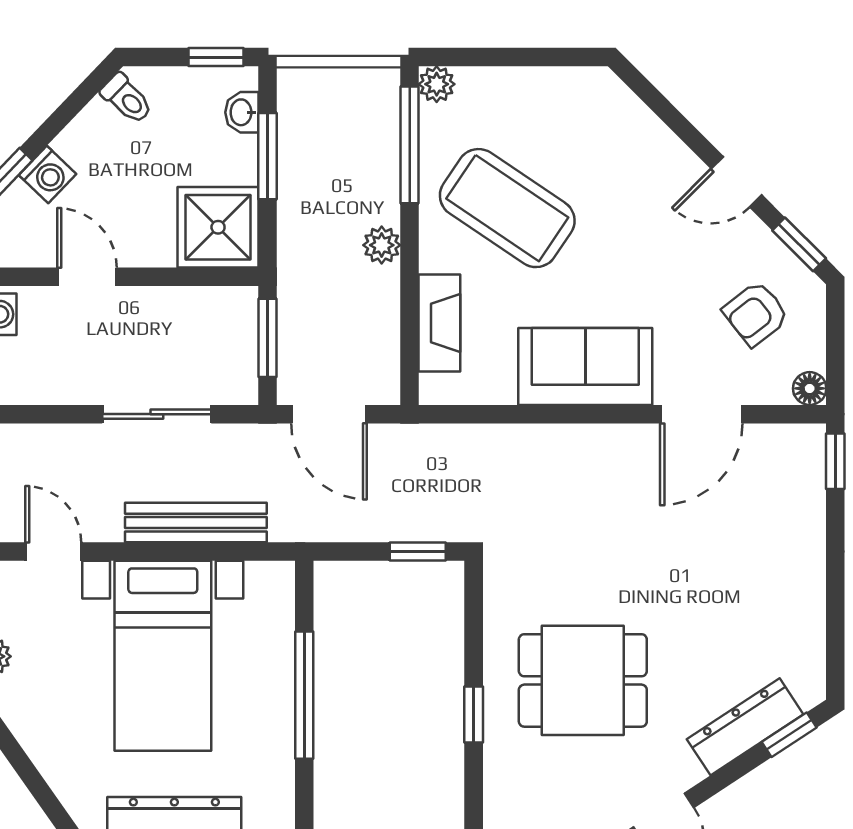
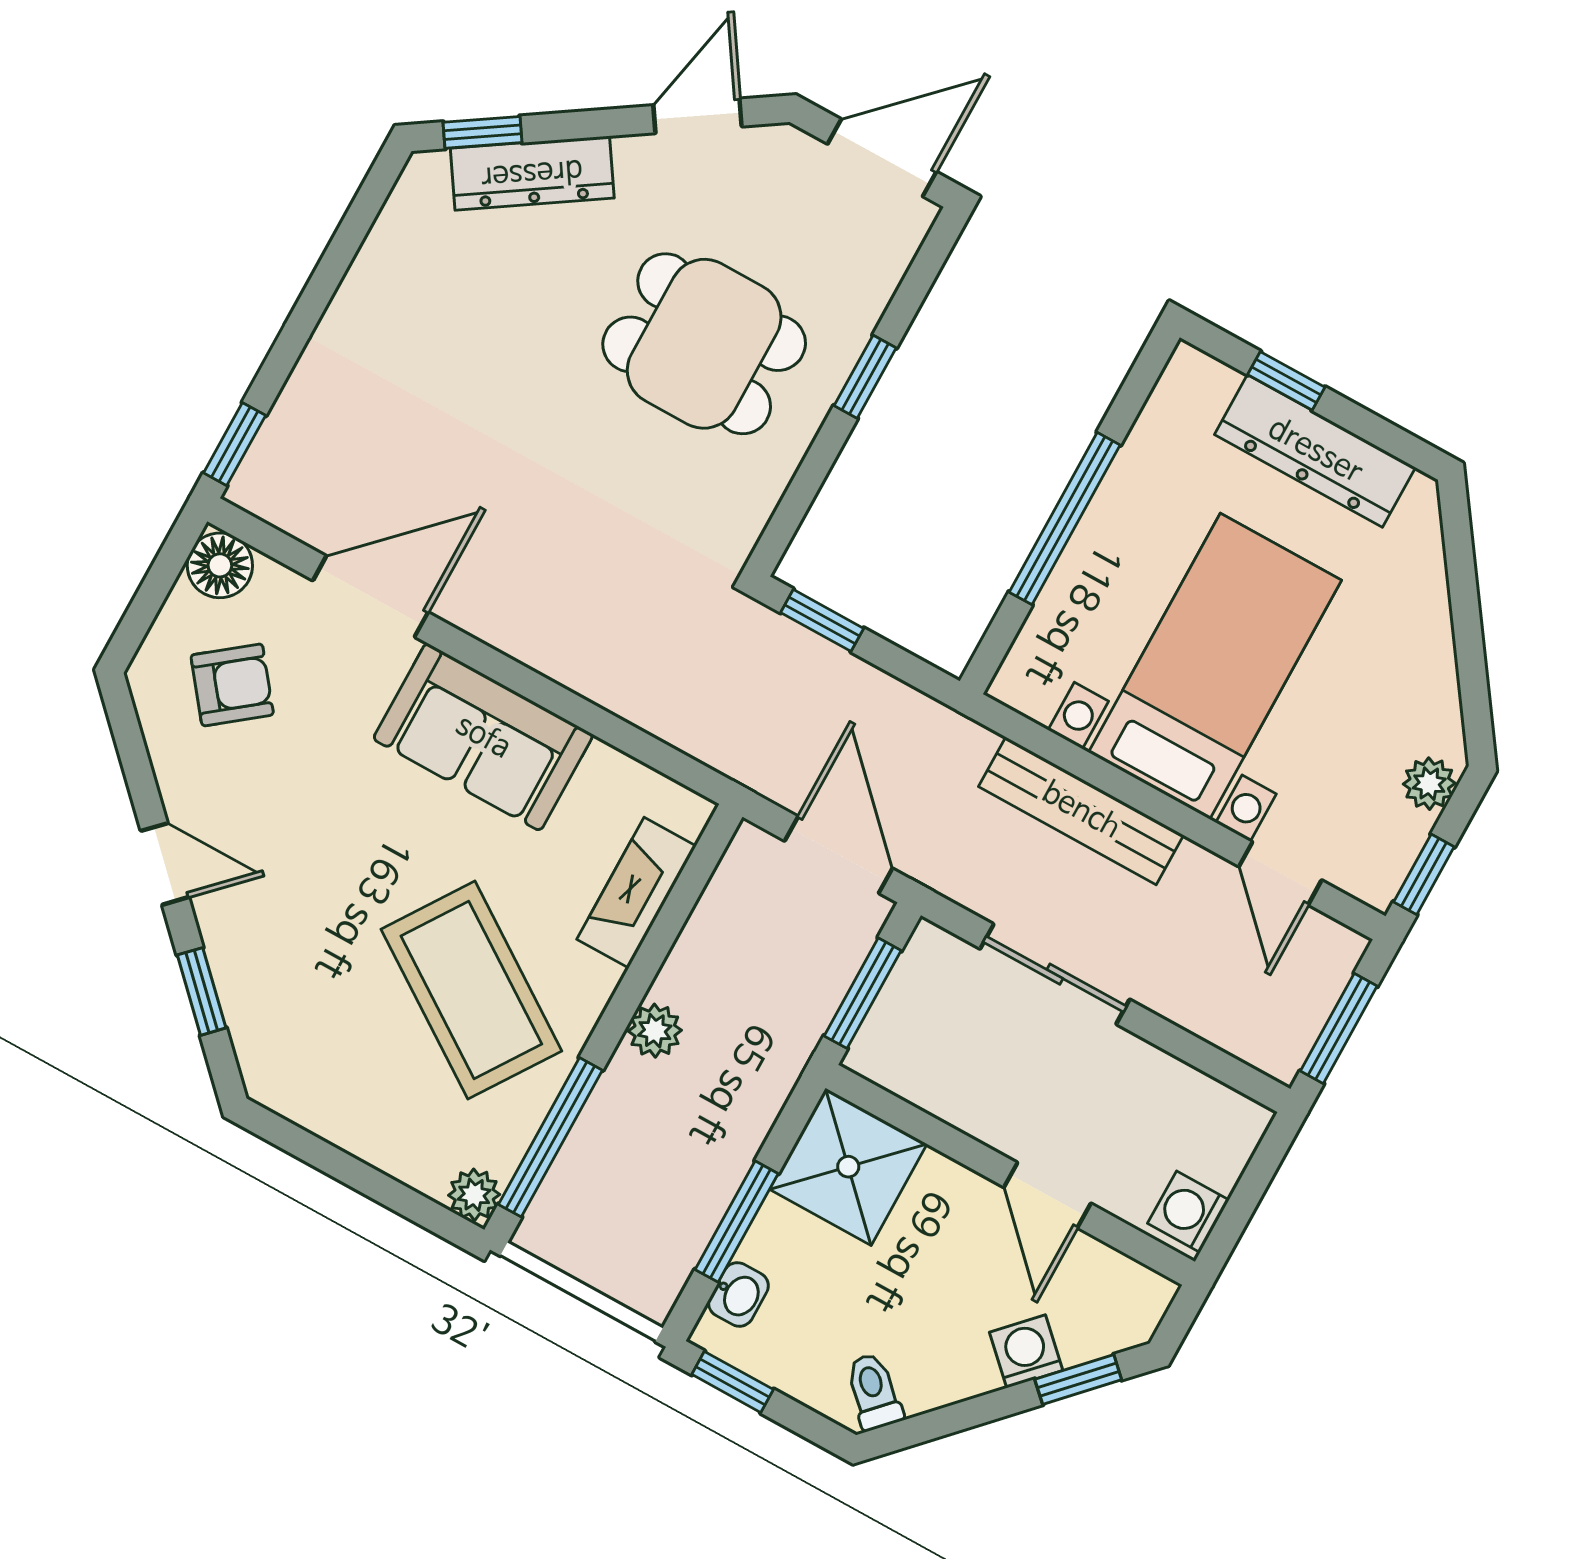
window: (799, 244) -> (202, 991), moved
floor lamp: (810, 388) -> (220, 565), width x1.37, depth x1.37

